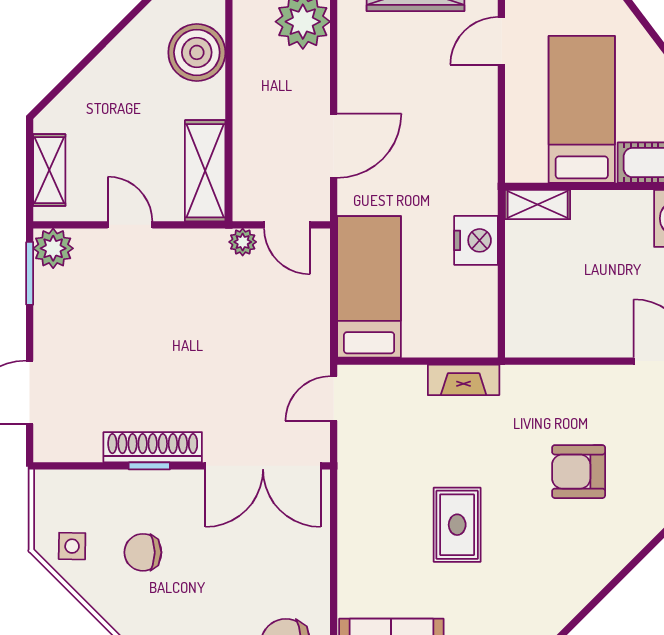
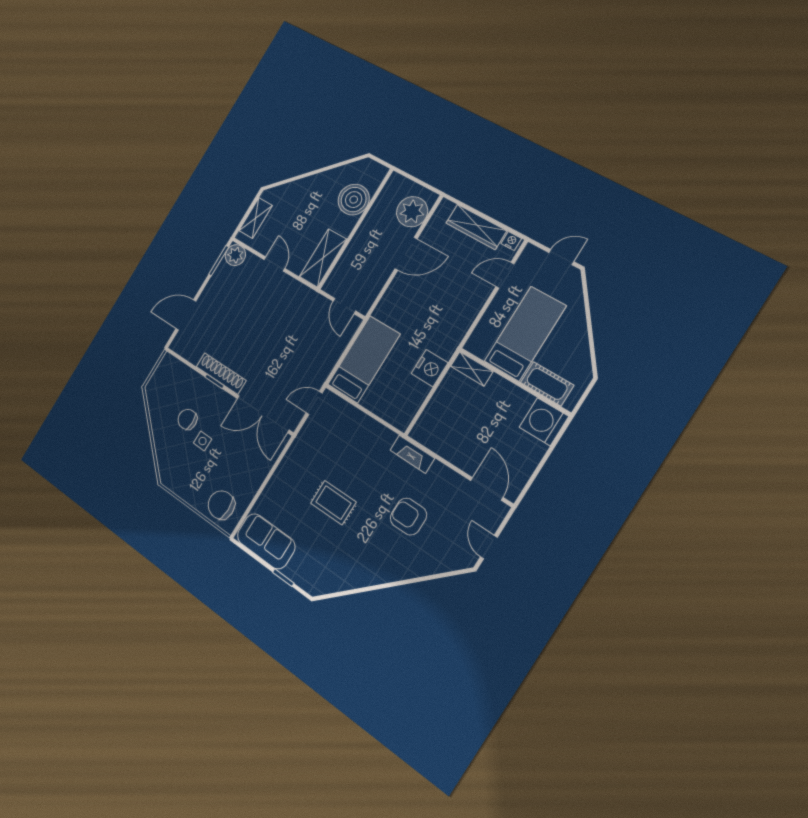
door: (334, 146) -> (406, 254), moved
plant: (243, 242) -> (319, 302), removed
fireplace: (464, 380) -> (412, 454), moved
rug: (457, 525) -> (333, 503), turned 90
side table: (72, 546) -> (203, 441), moved

